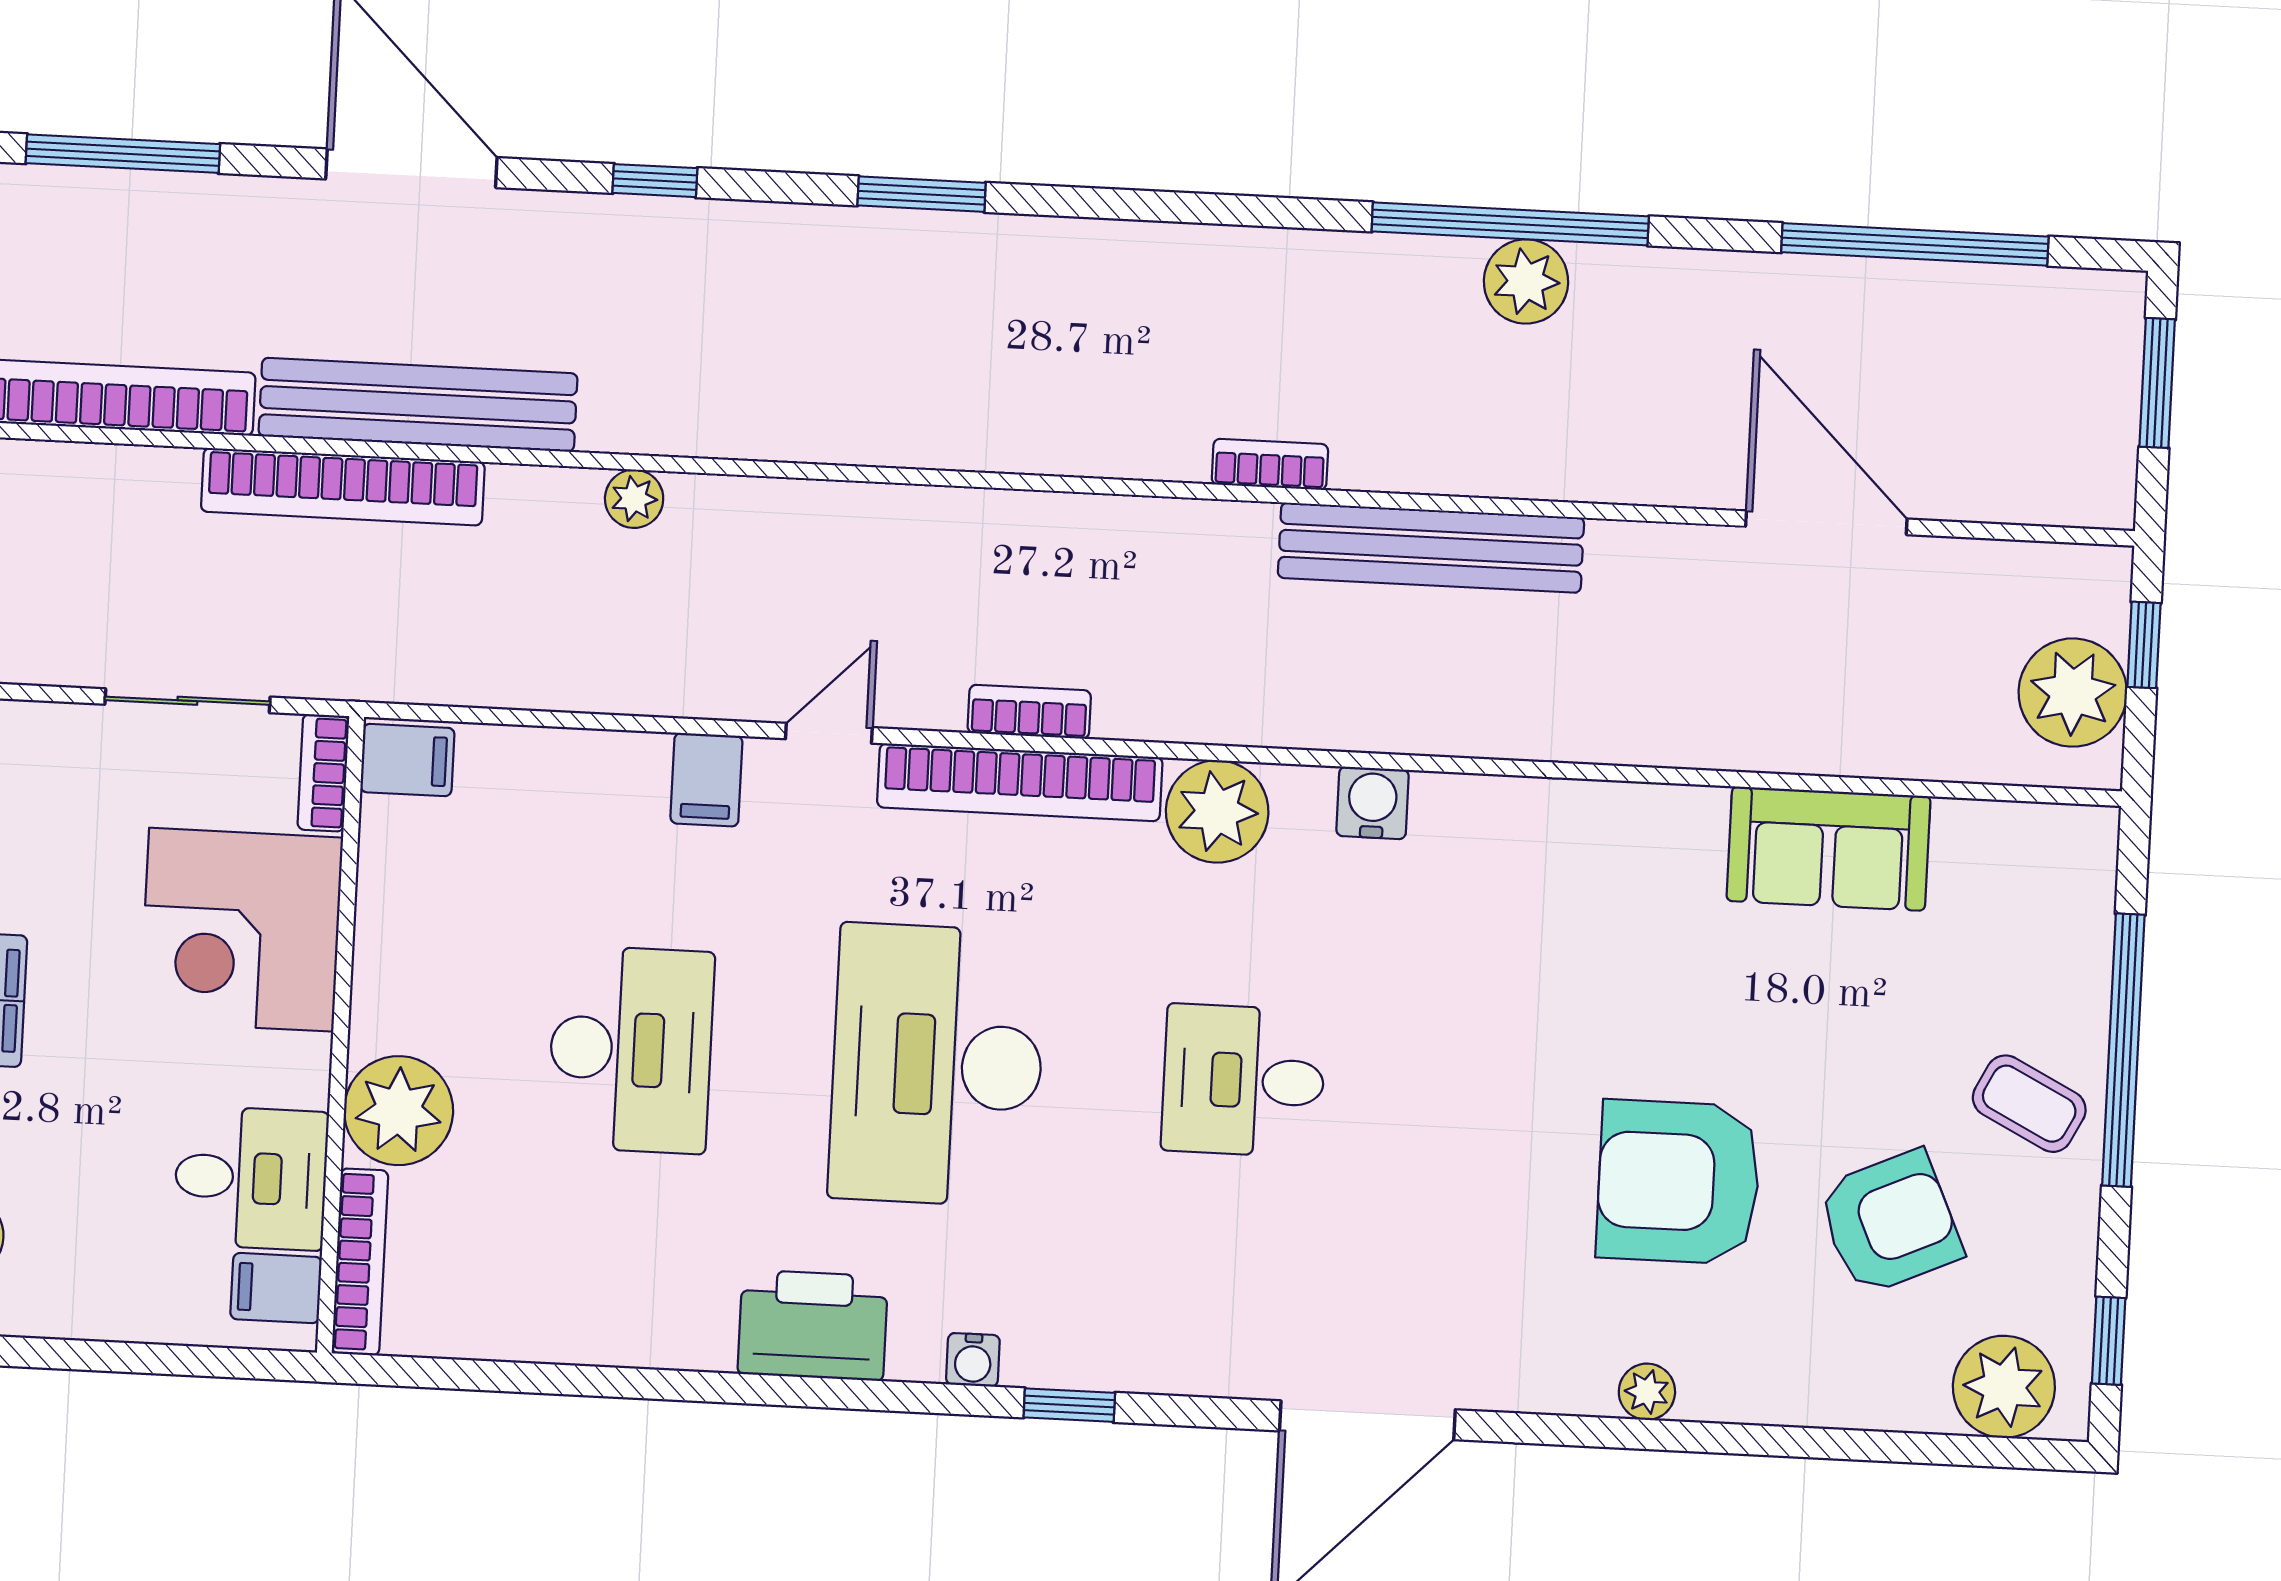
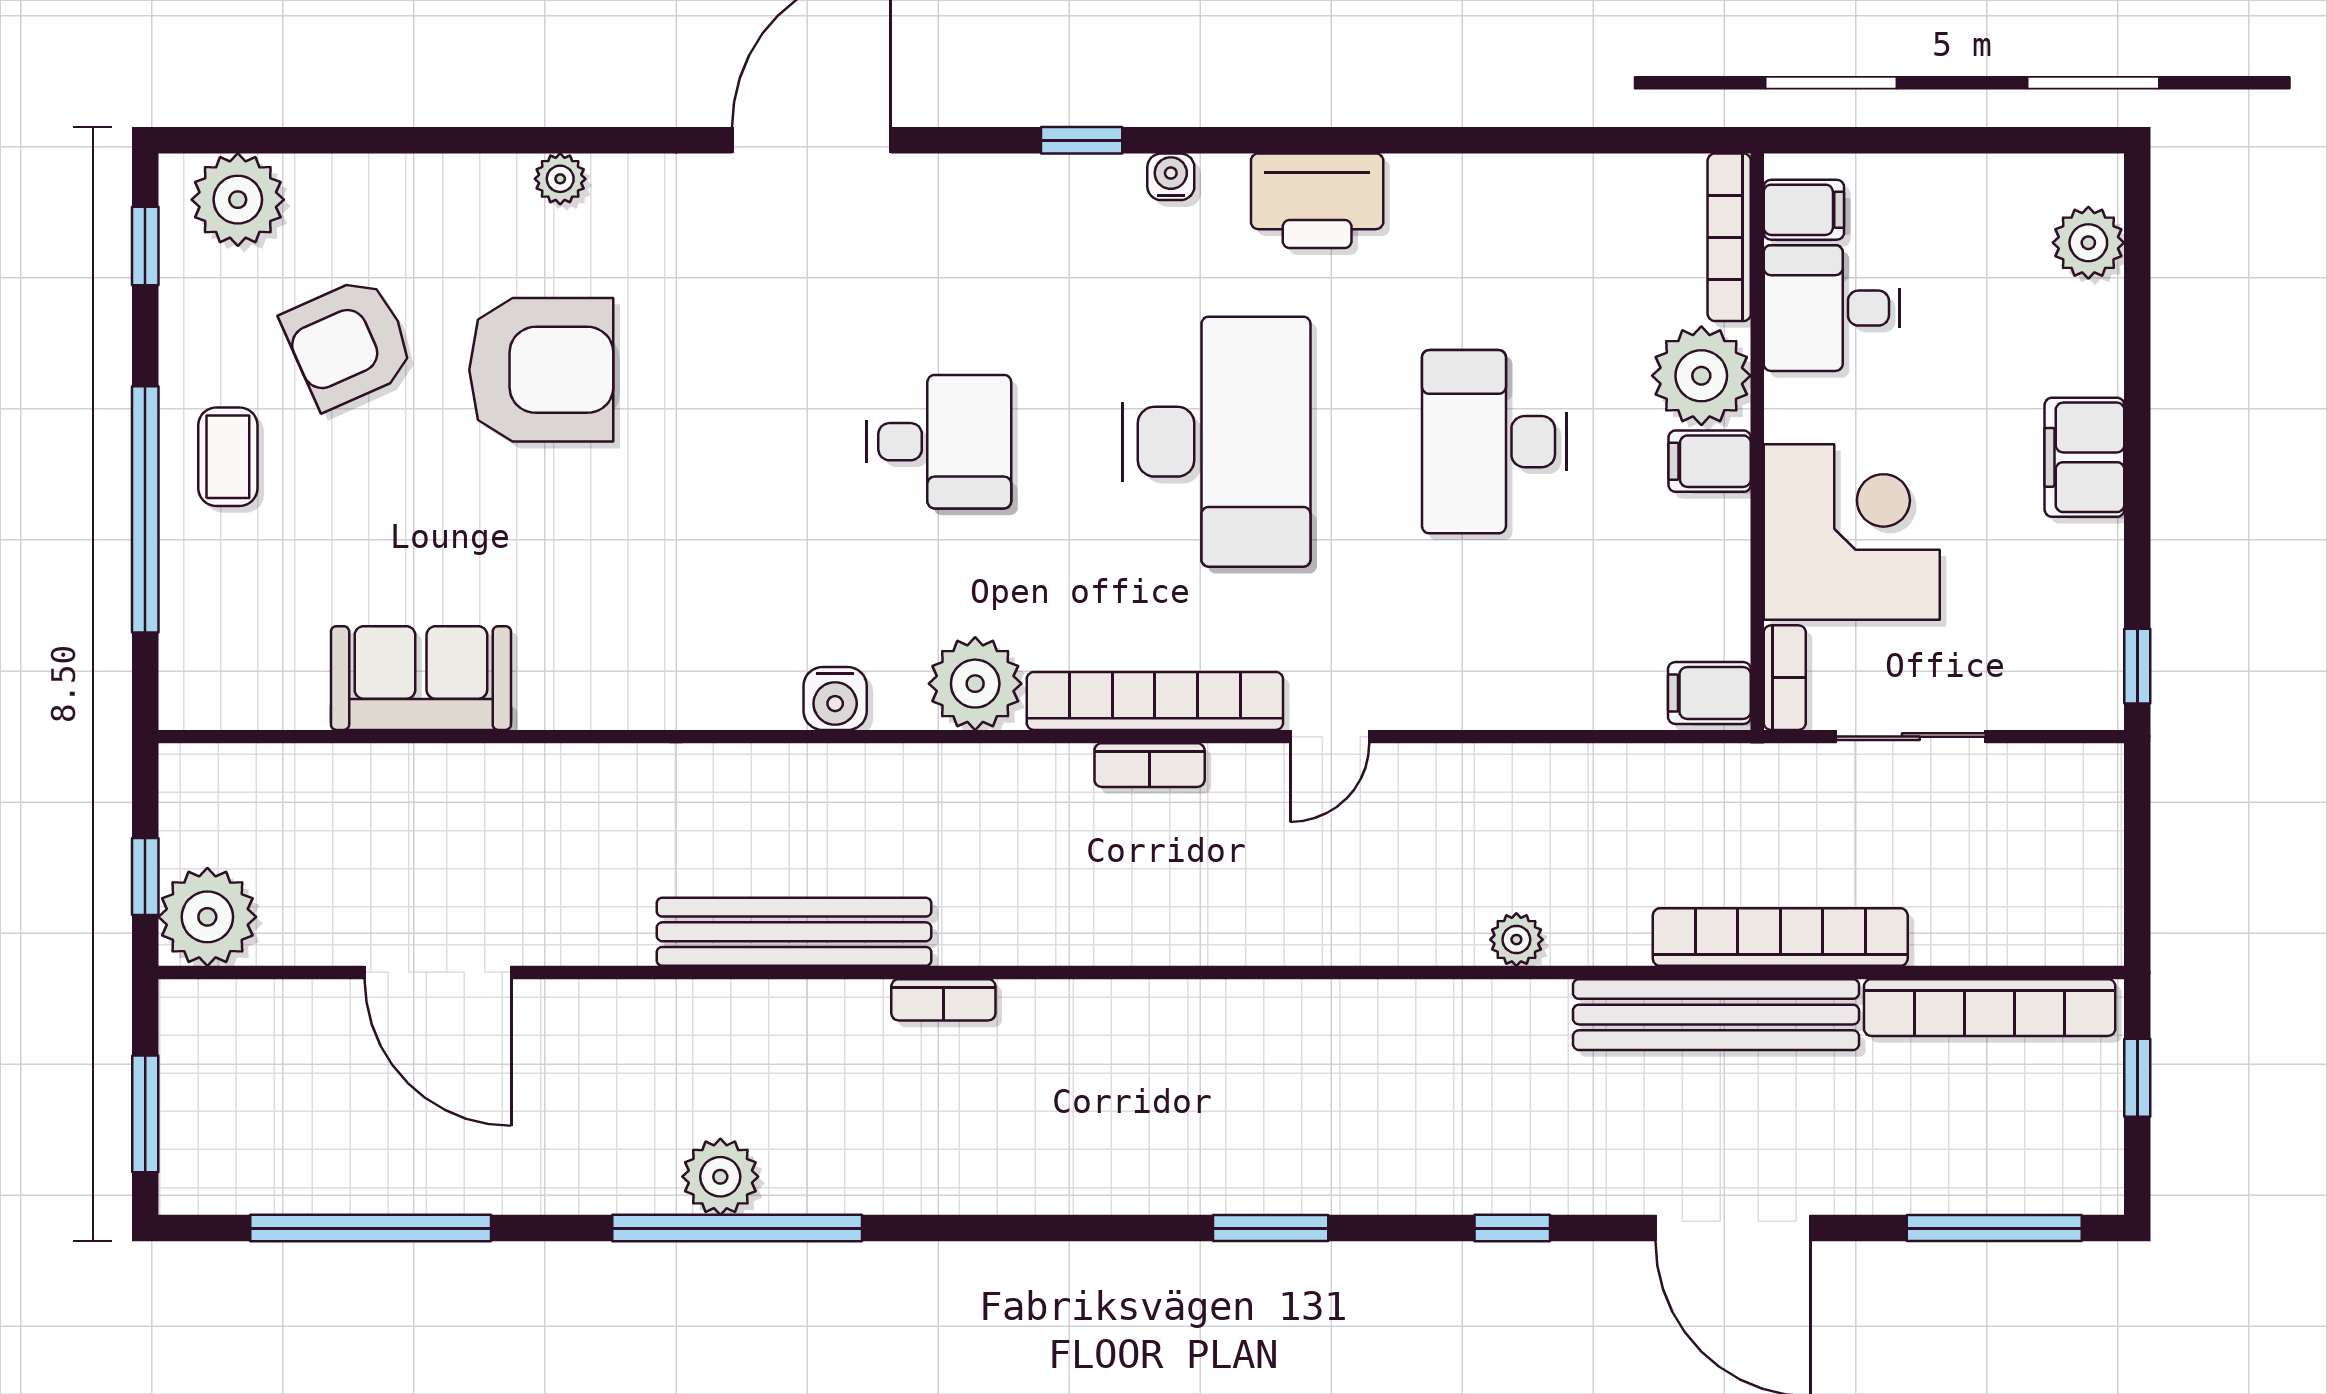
plant: (2073, 693) -> (207, 917), moved
filing cabinet: (706, 780) -> (1710, 461), moved, turned -90
coffee table: (2029, 1104) -> (228, 457), turned 63

